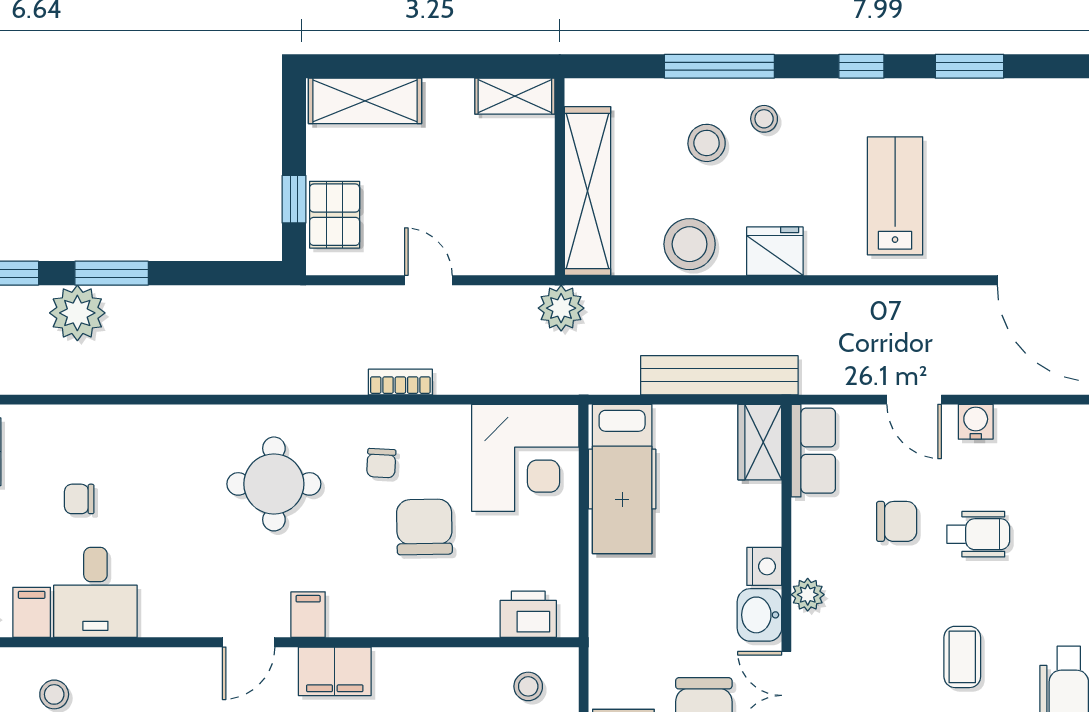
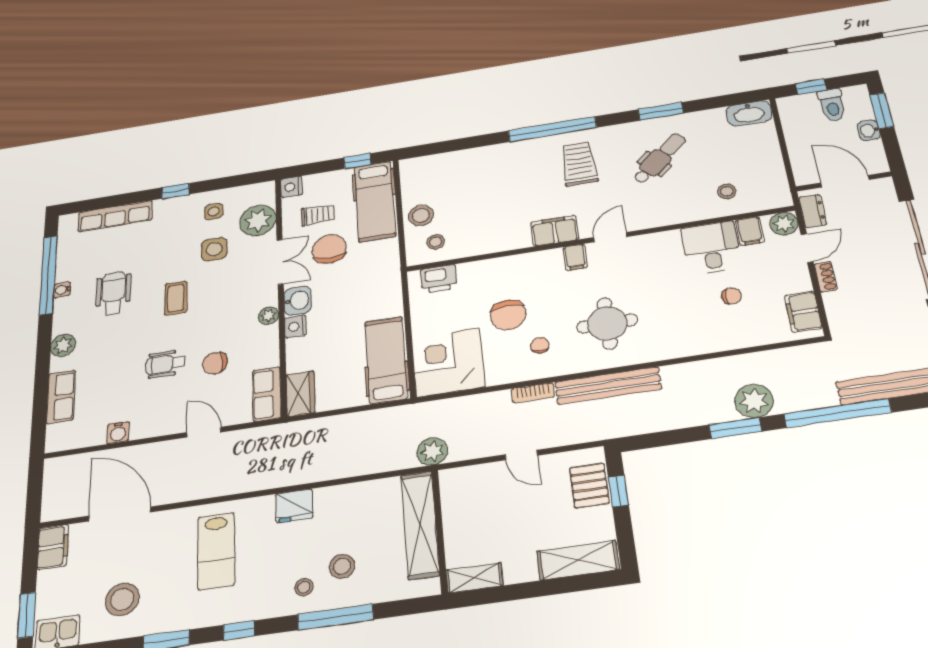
stool: (690, 244) -> (122, 599), moved
bench: (719, 375) -> (608, 386), moved
water cooler: (976, 422) -> (118, 433), moved

